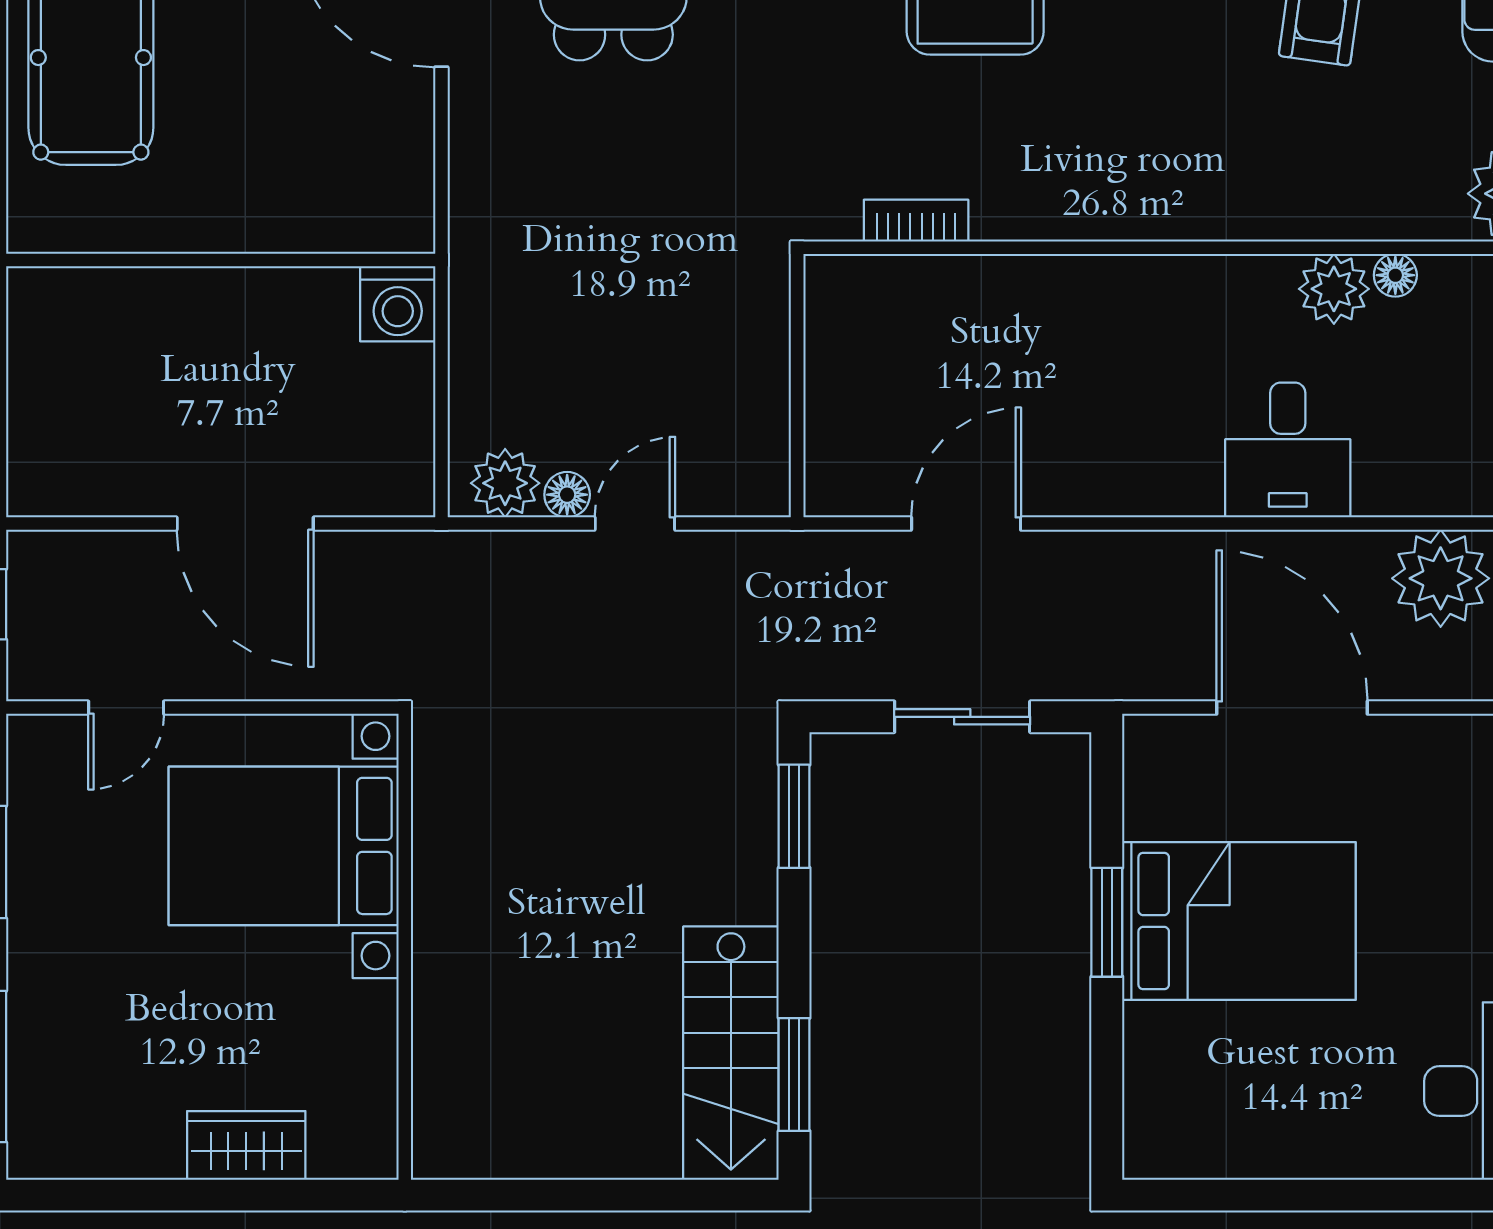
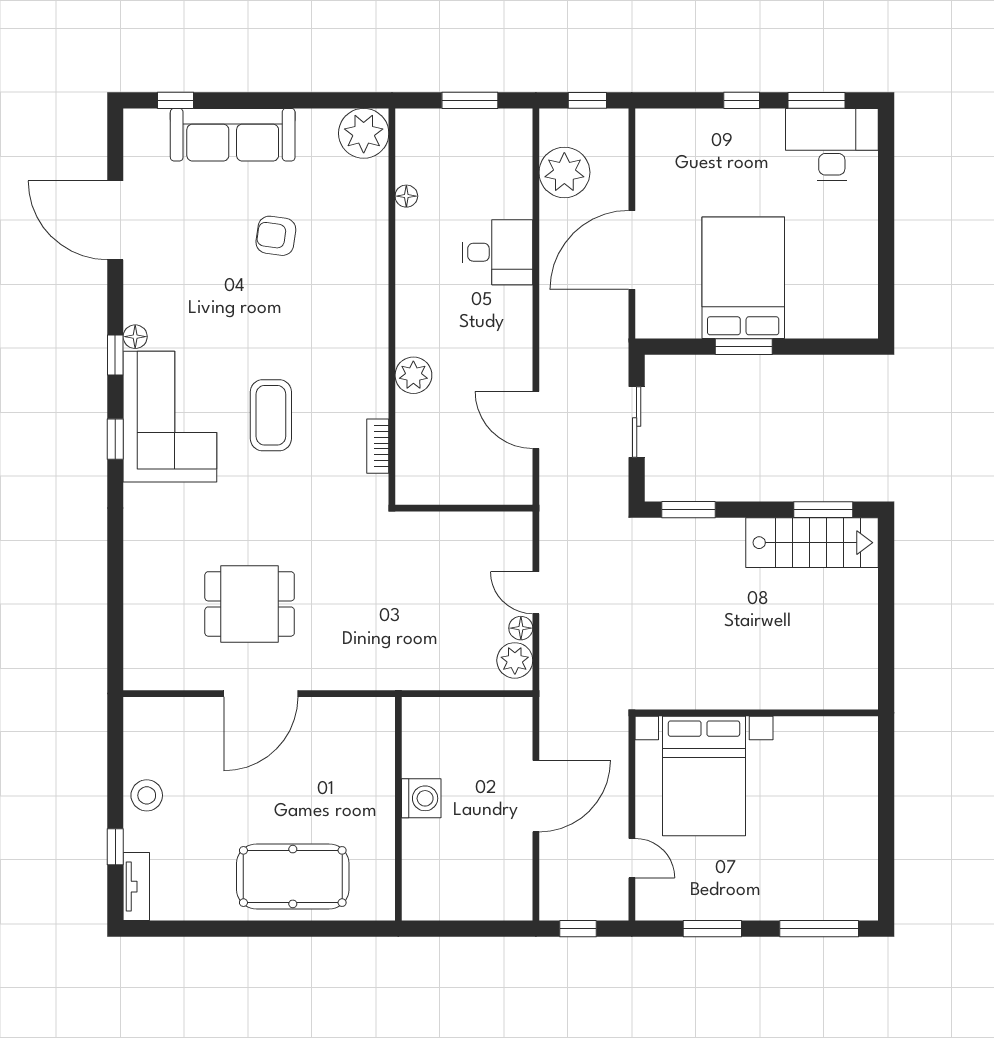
plant: (1334, 289) -> (413, 375), moved
washing machine: (398, 304) -> (421, 798), moved
wardrobe: (246, 1145) -> (860, 795), removed

